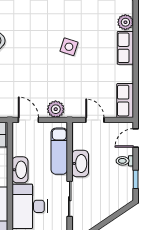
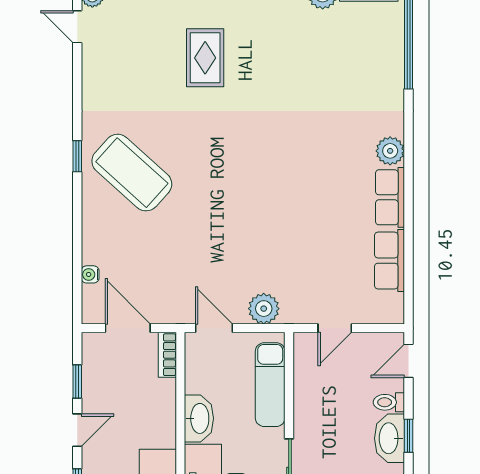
side table: (69, 47) -> (288, 195), removed
row of seats: (125, 101) -> (390, 261), moved
door: (95, 120) -> (335, 328), swing flipped
washbasin: (80, 163) -> (389, 438), moved, turned 180

